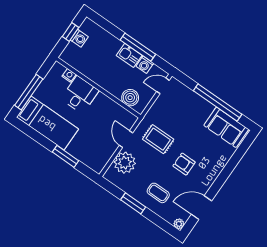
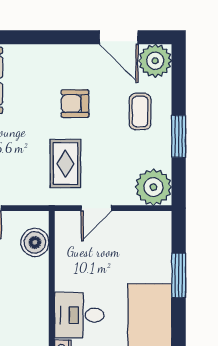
plant: (125, 163) -> (153, 187), moved
armchair: (184, 164) -> (75, 104), turned 90
plant: (179, 224) -> (155, 61), width x1.88, depth x1.88

